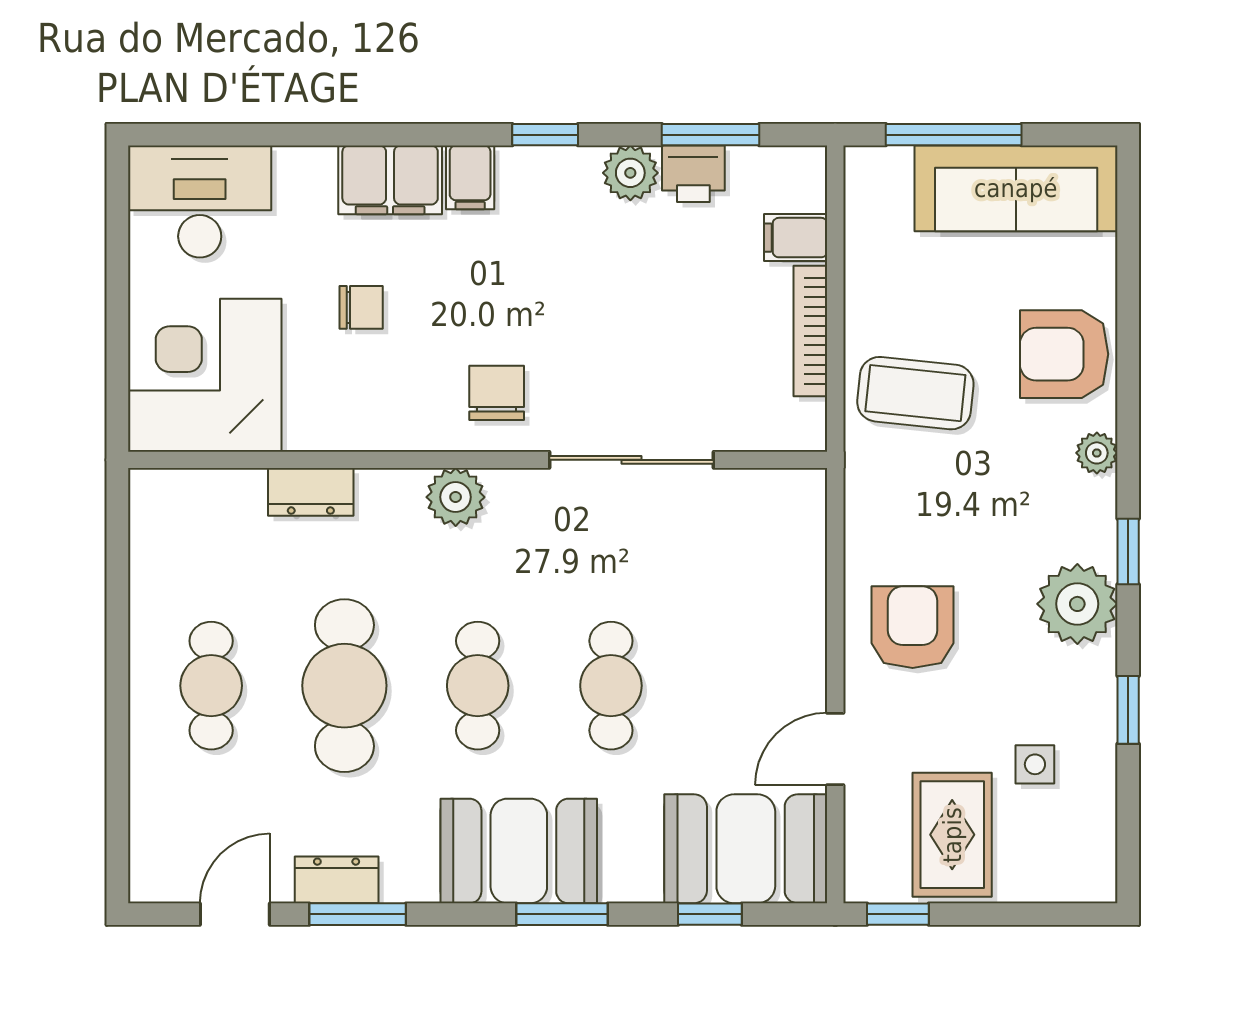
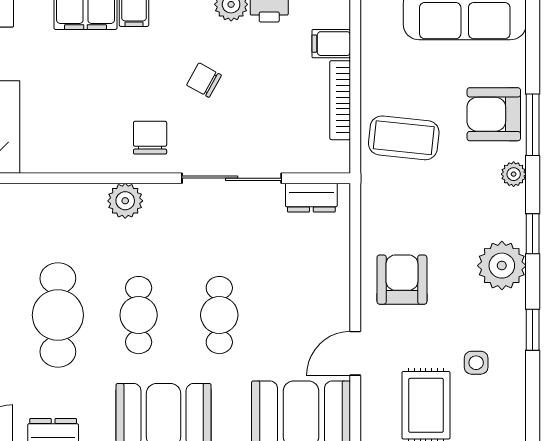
chair: (361, 307) -> (204, 80), moved, turned -151
window: (1128, 372) -> (533, 125), added
dresser: (311, 492) -> (311, 198), moved

